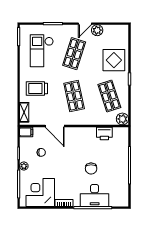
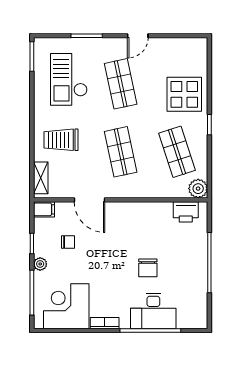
plant: (97, 30) -> (157, 46), removed
shop shelf: (74, 54) -> (121, 84), turned -30
printer: (104, 133) -> (186, 212), moved

